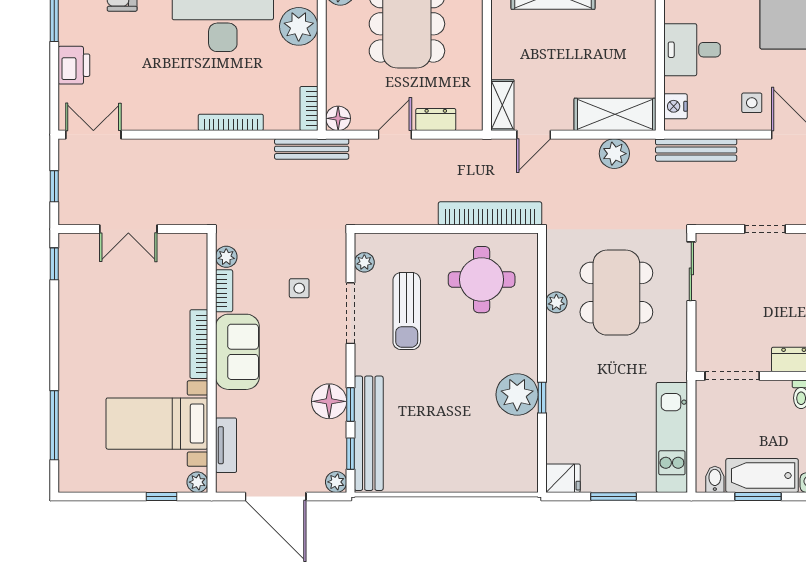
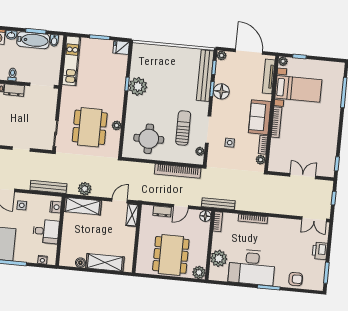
bookcase: (490, 213) -> (178, 171), moved
tv unit: (226, 445) -> (269, 76), width x1.41

